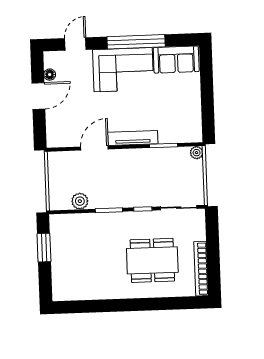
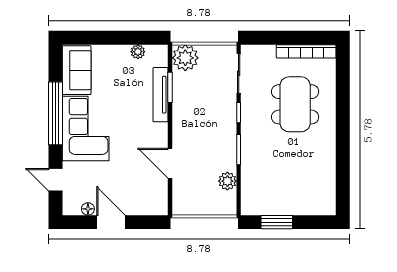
plant: (195, 115) -> (138, 52), added
tv unit: (133, 138) -> (161, 95), moved
plant: (197, 153) -> (185, 58), width x1.88, depth x1.88

